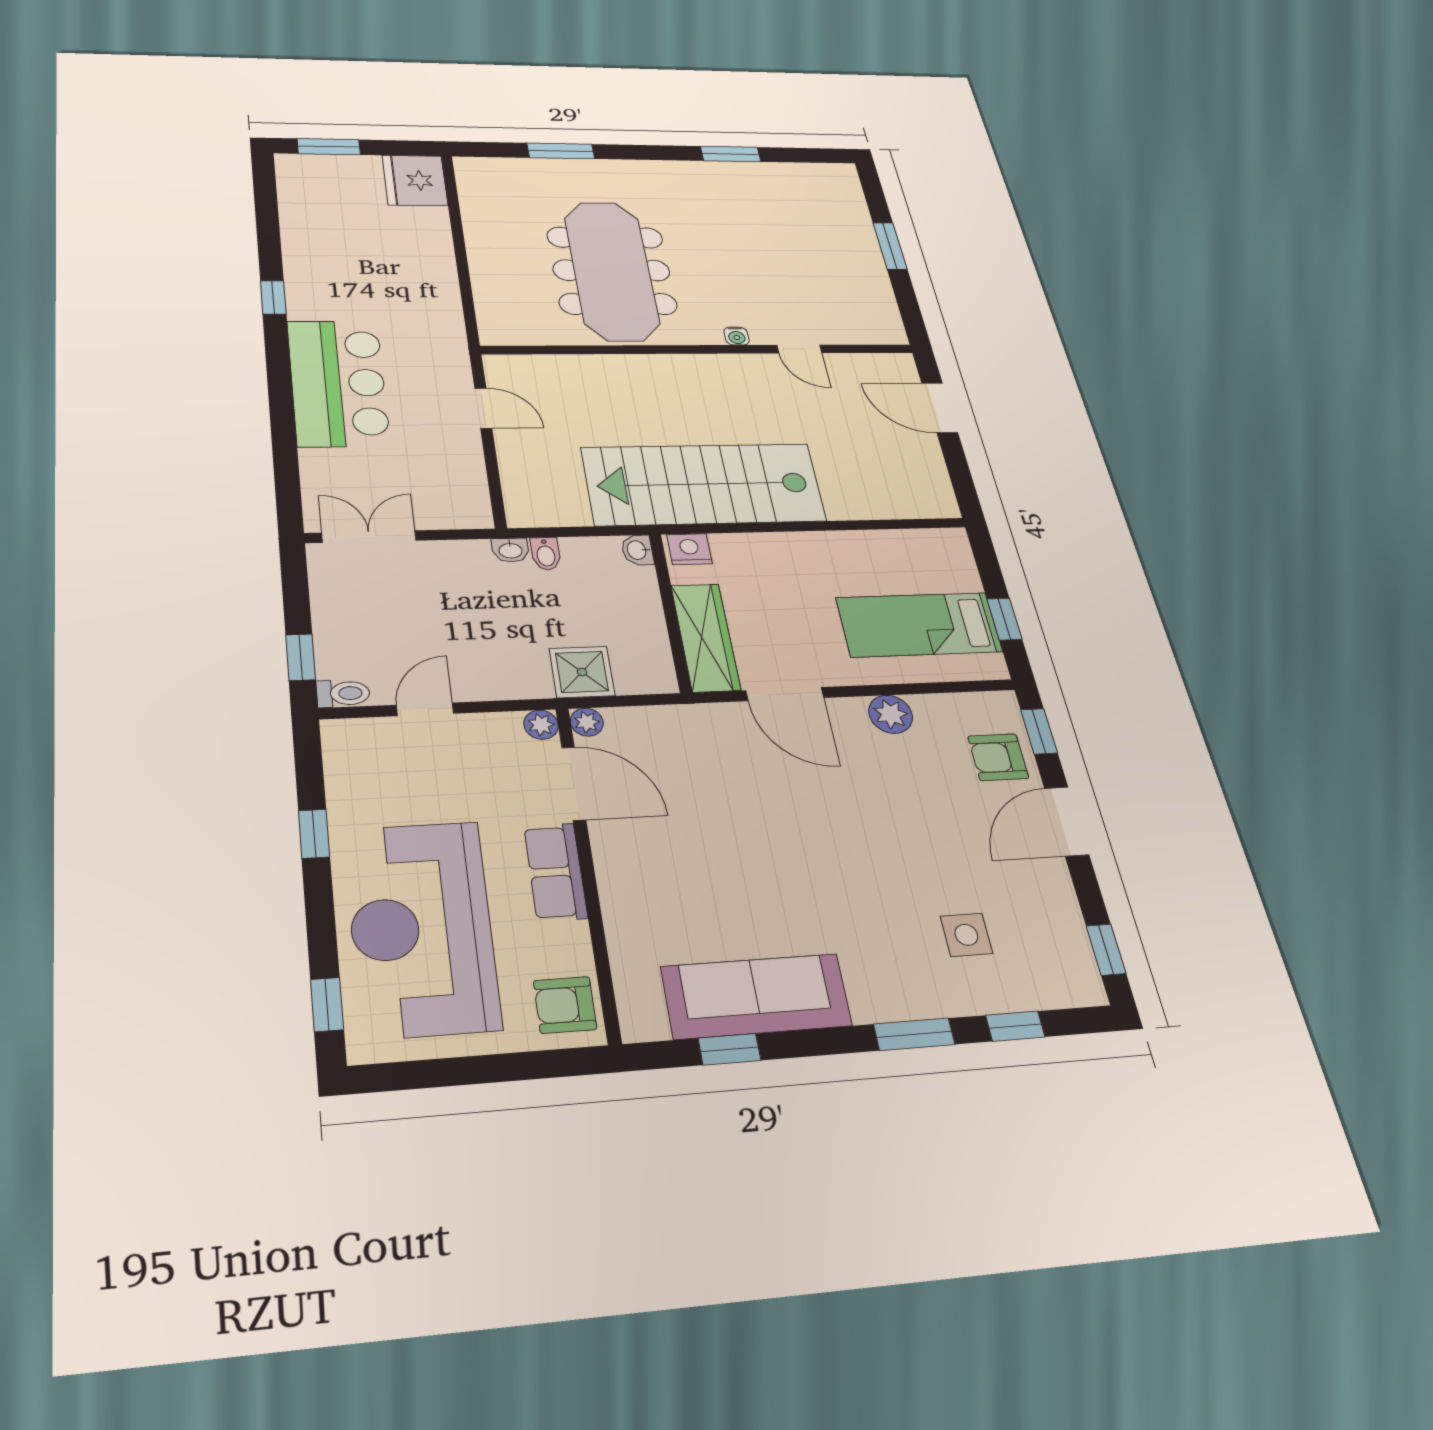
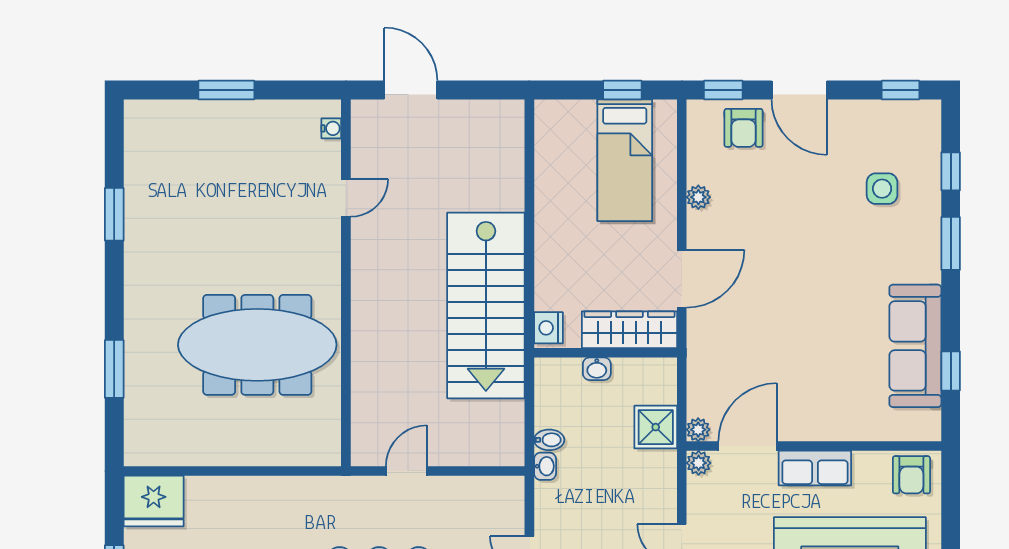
water cooler: (737, 336) -> (331, 128), moved
door: (940, 408) -> (411, 90), swing flipped
washbasin: (637, 550) -> (597, 369), moved
plant: (891, 714) -> (698, 197), width x0.73, depth x0.73

